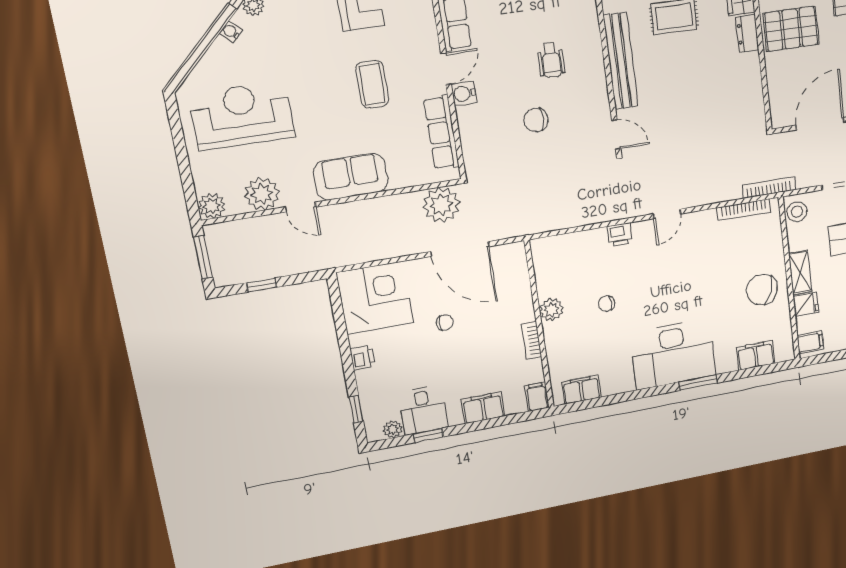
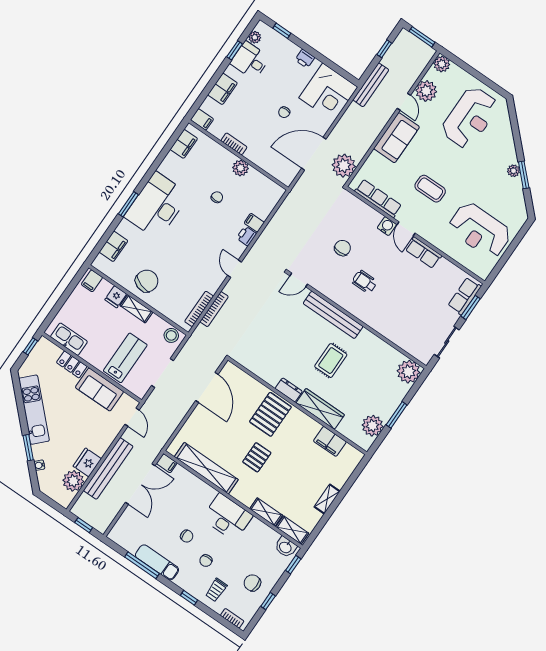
water cooler: (231, 32) -> (511, 150), removed
bookcase: (769, 188) -> (214, 309), moved
door: (301, 207) -> (404, 102), swing flipped
filing cabinet: (597, 240) -> (254, 223), added
bench: (319, 261) -> (371, 85), added

